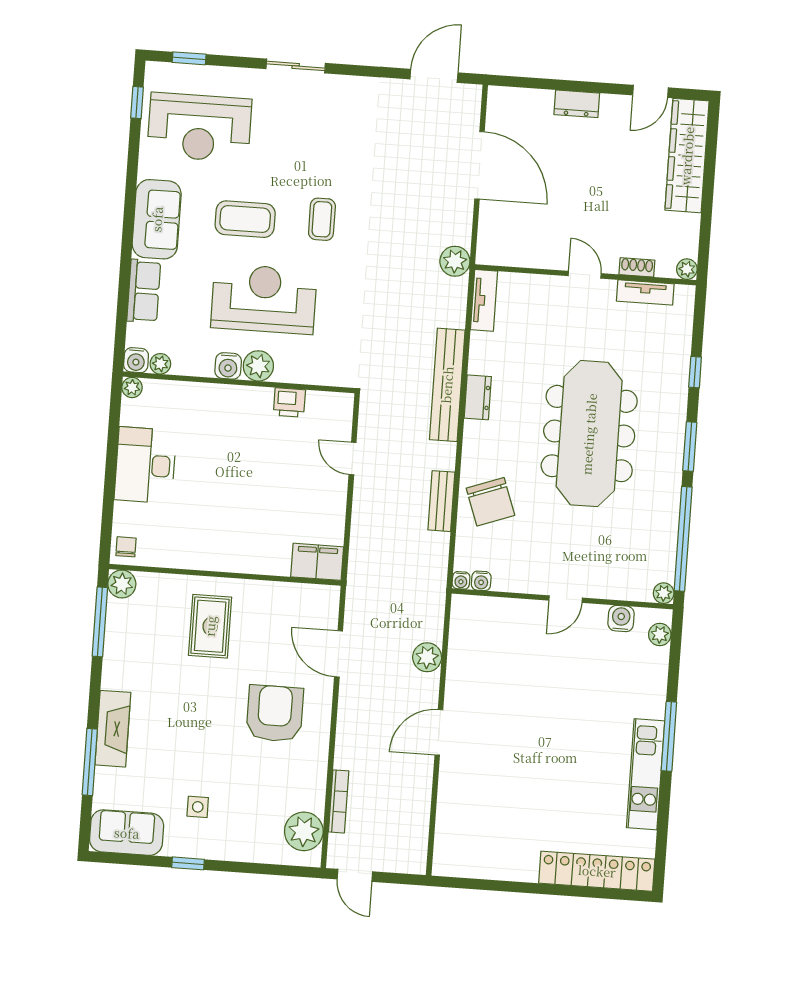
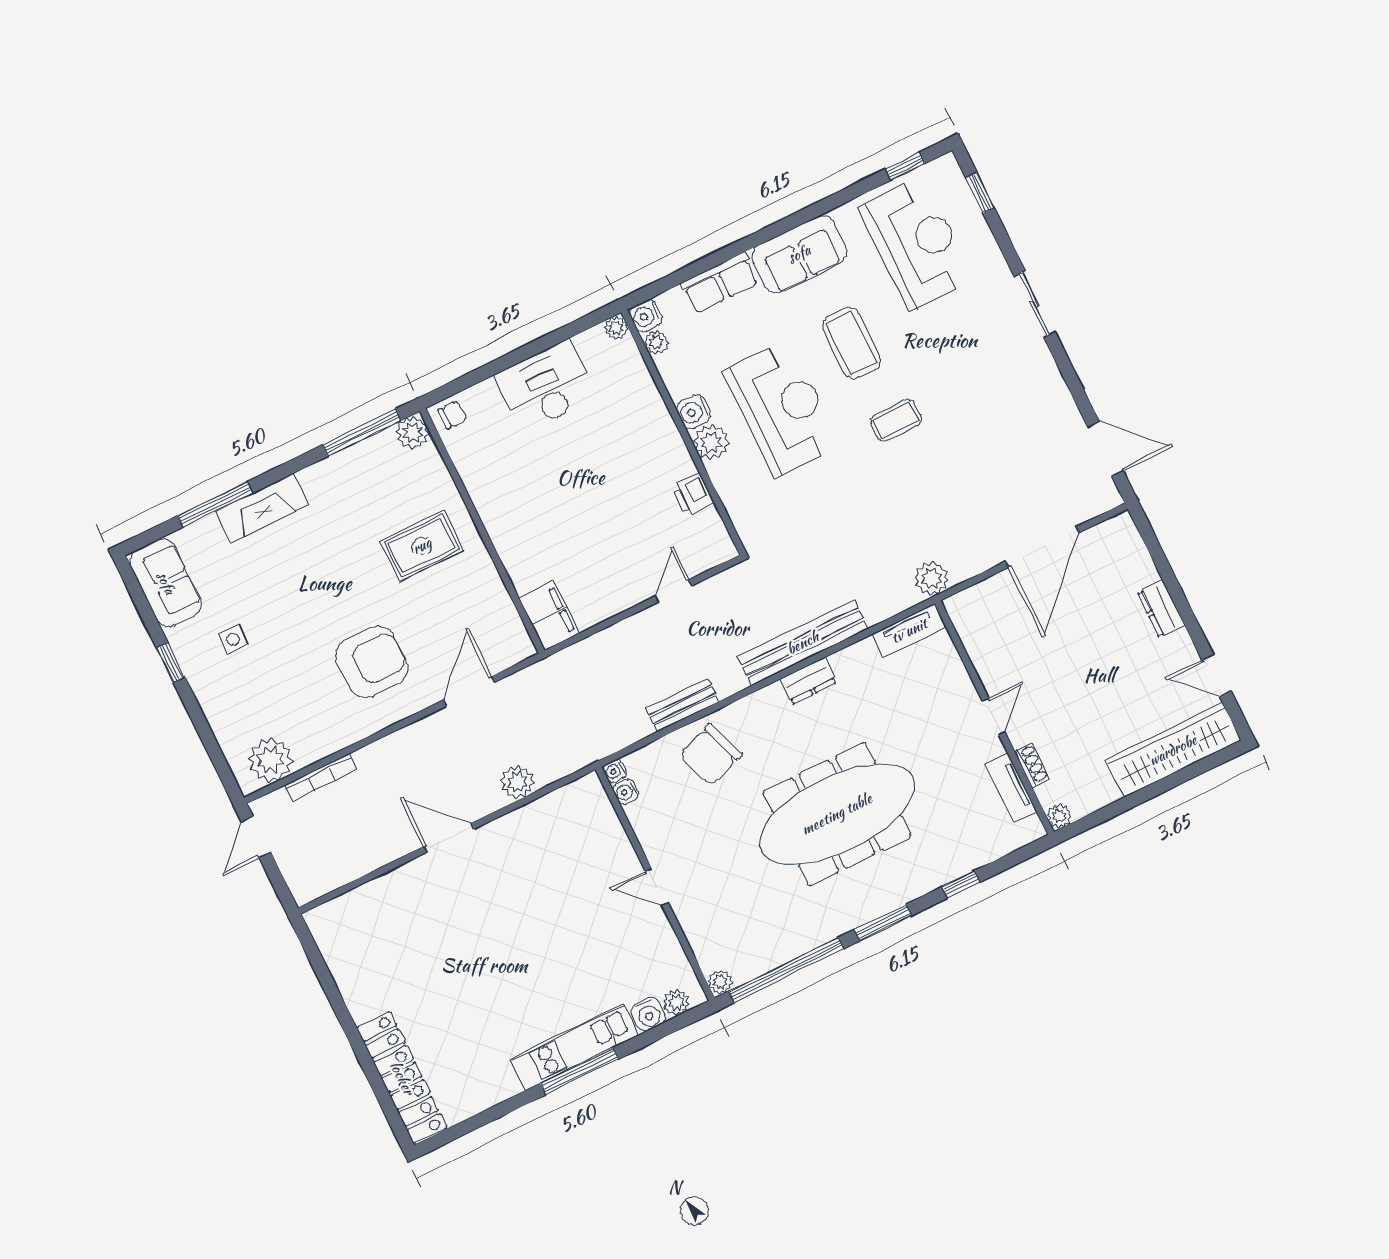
reception desk: (199, 127) -> (917, 243), turned 180
water cooler: (621, 619) -> (648, 1014), moved, turned 90
kitchen unit: (646, 774) -> (575, 1047), moved

